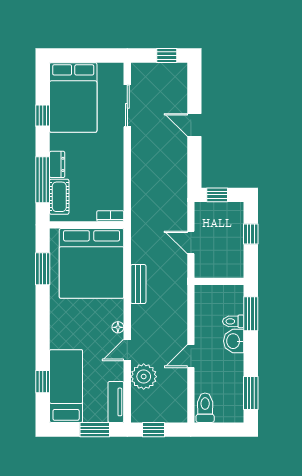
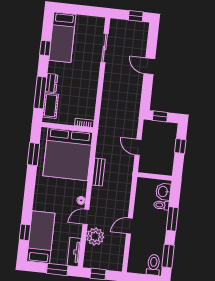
bed: (73, 97) -> (62, 37), width x0.67
window: (251, 314) -> (172, 219), moved
washbasin: (234, 341) -> (163, 192), moved
toilet: (205, 408) -> (153, 265), moved

